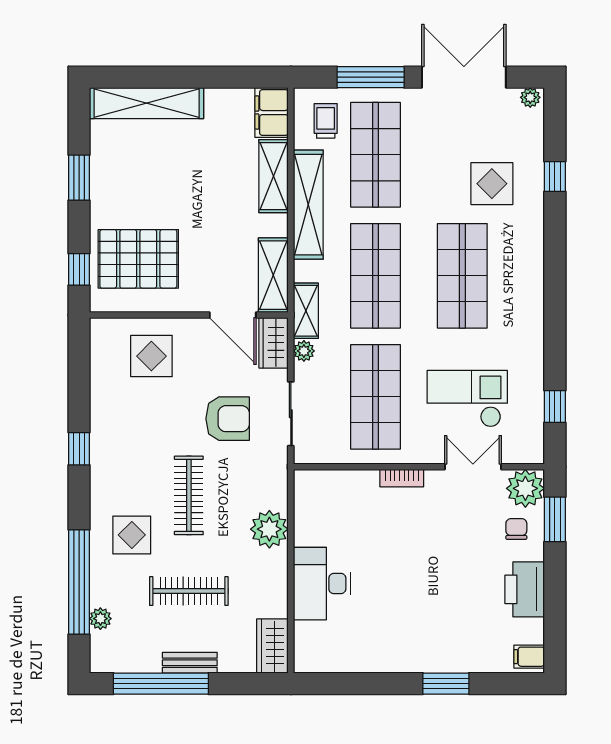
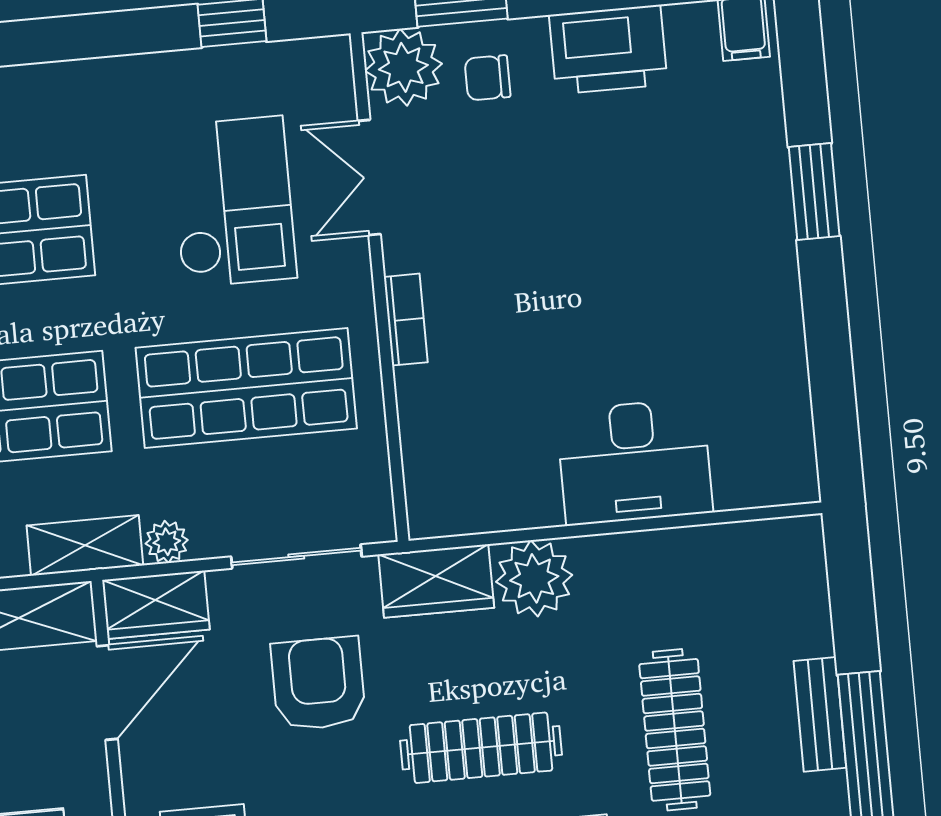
checkout: (467, 399) -> (233, 202), turned 180
wardrobe: (272, 646) -> (436, 581), moved

